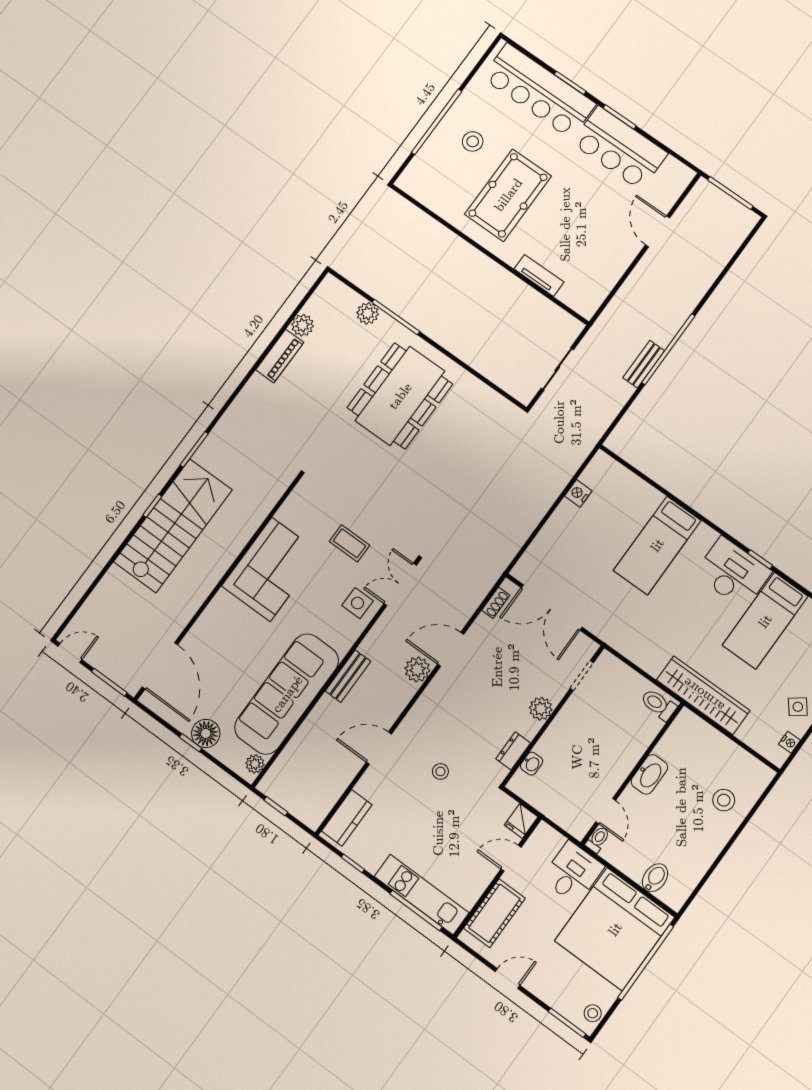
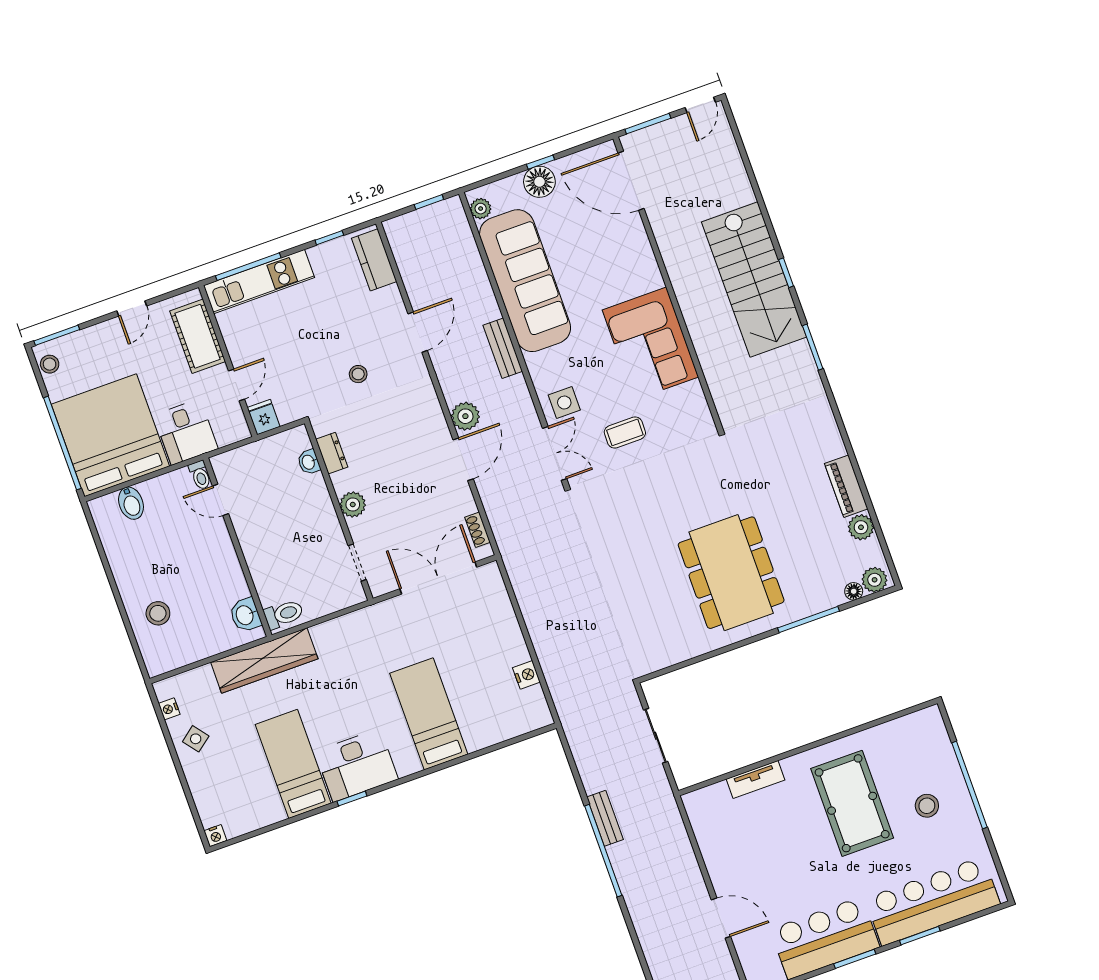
floor lamp: (353, 299) -> (854, 591), added
plant: (368, 313) -> (875, 580), moved
washbasin: (649, 774) -> (245, 615), moved, width x0.72

